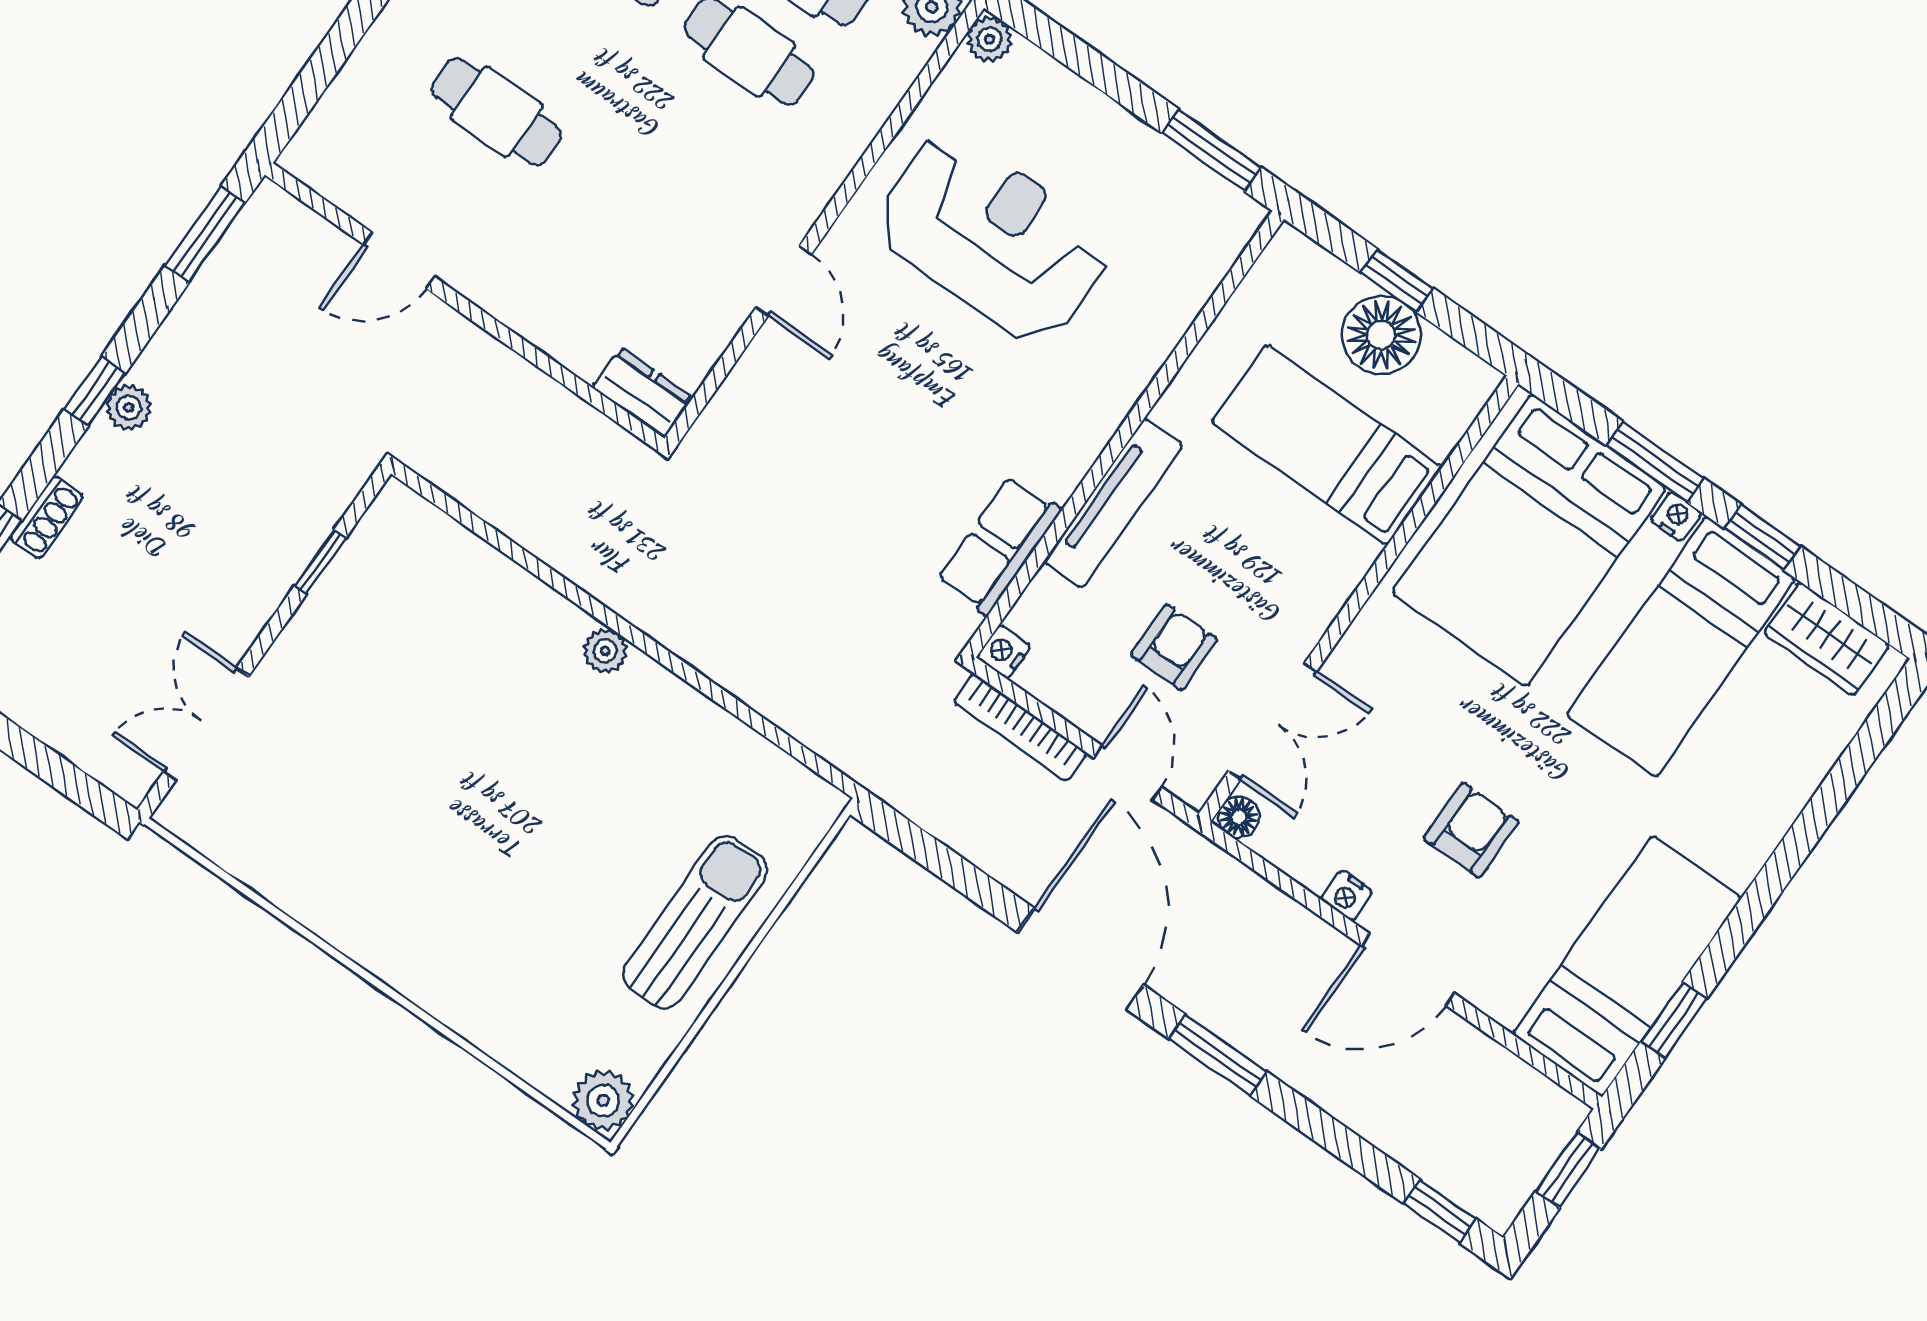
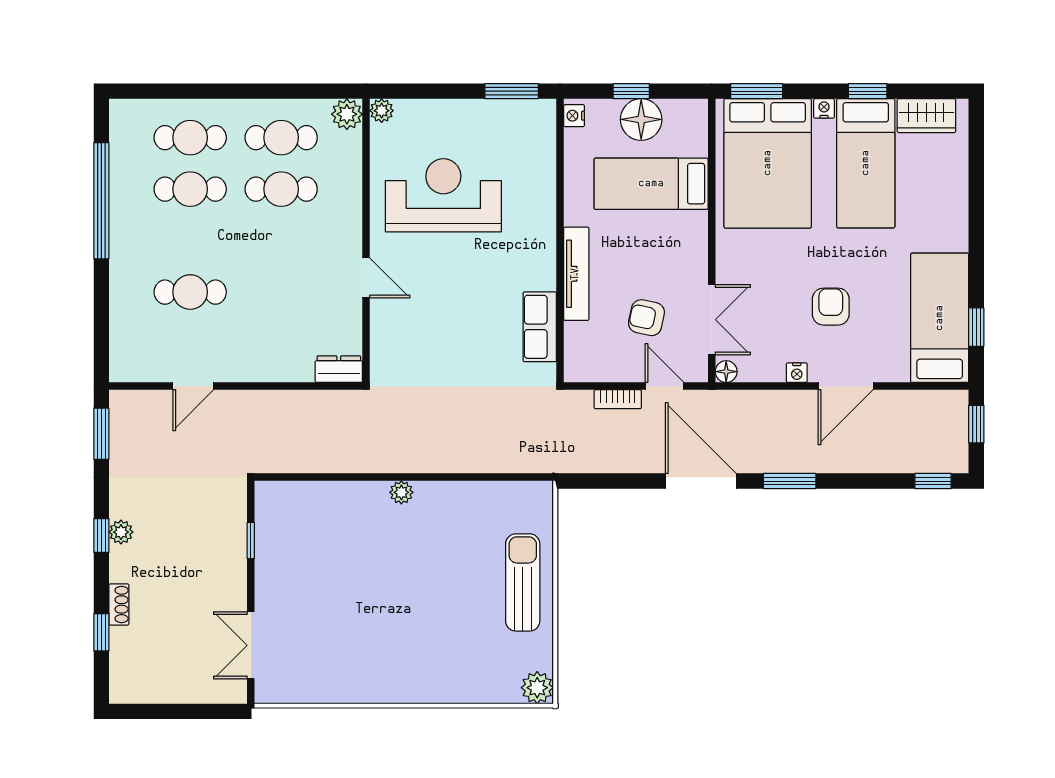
window: (1655, 462) -> (757, 91), moved
armchair: (1174, 647) -> (646, 318), turned -78
nightstand: (1004, 652) -> (574, 116), moved
bookcase: (1020, 727) -> (618, 399), width x0.64

